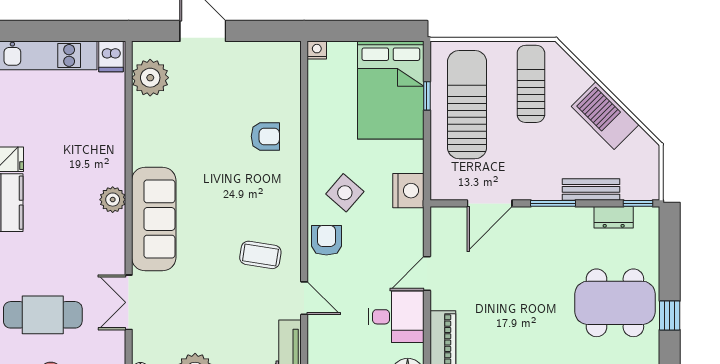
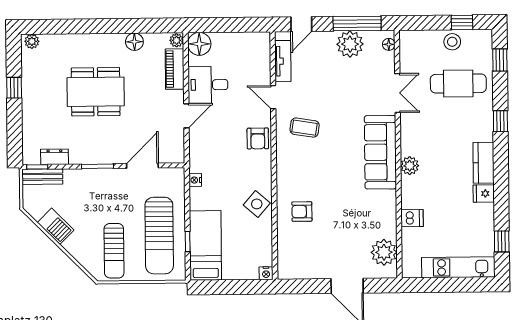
dishwasher: (111, 56) -> (412, 218), moved, turned 90
bed: (391, 90) -> (205, 245), width x0.67
barbecue: (605, 116) -> (56, 226), width x0.73, depth x0.83
bench: (591, 189) -> (42, 177), moved
nightstand: (408, 191) -> (195, 180), width x0.53, depth x0.56
side table: (345, 193) -> (257, 204), moved
dining table: (615, 303) -> (96, 92), moved

